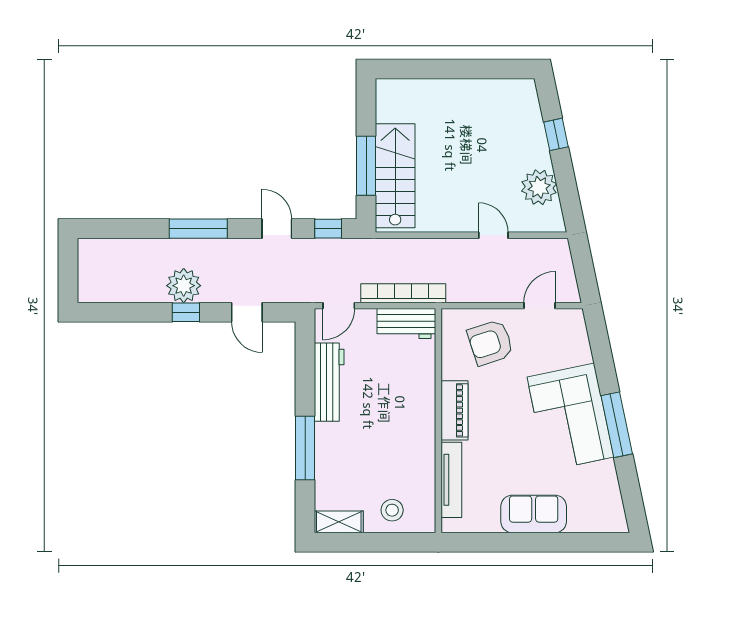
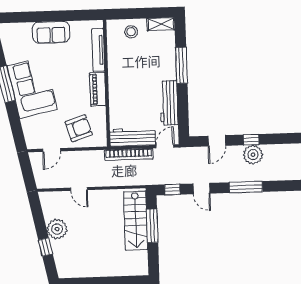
plant: (539, 187) -> (57, 229), moved
door: (247, 312) -> (217, 141), swing flipped
workbench: (406, 324) -> (133, 137), width x1.38

